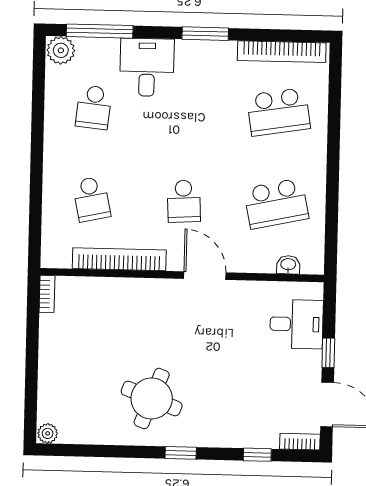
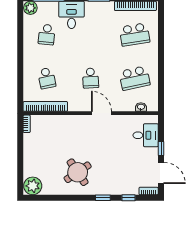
bookcase: (119, 259) -> (45, 106), moved
round table: (152, 398) -> (78, 172), turned 35
plant: (48, 433) -> (33, 186), width x1.87, depth x1.87
window: (181, 453) -> (103, 198), moved

